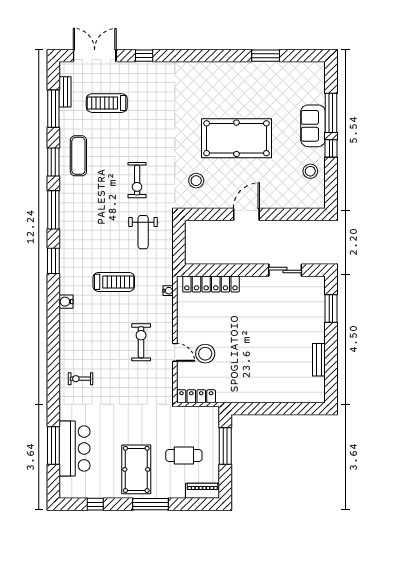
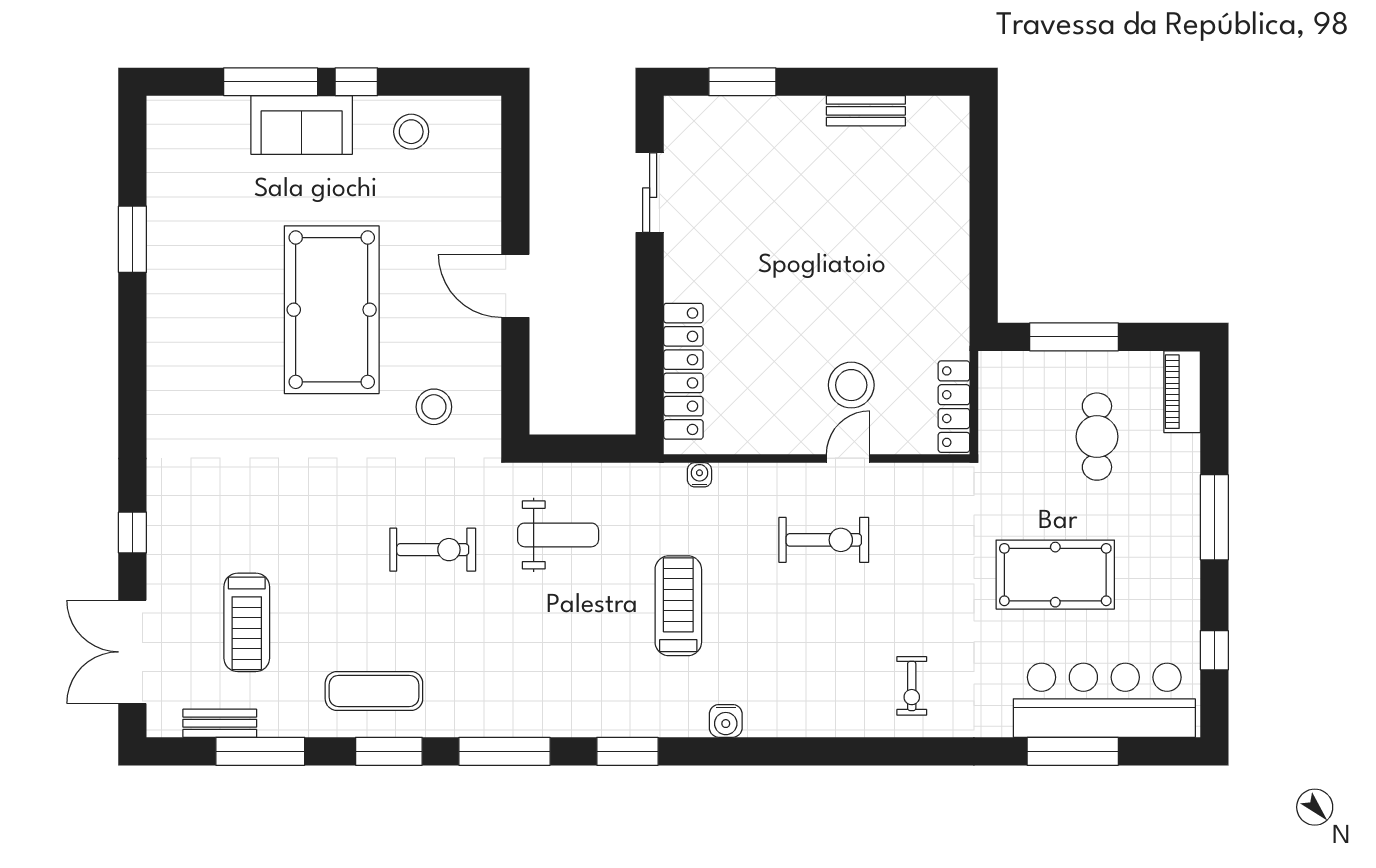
exercise bike: (141, 342) -> (824, 540), turned 180
bar counter: (75, 448) -> (1104, 700), width x1.36
pool table: (136, 469) -> (1055, 575), moved

